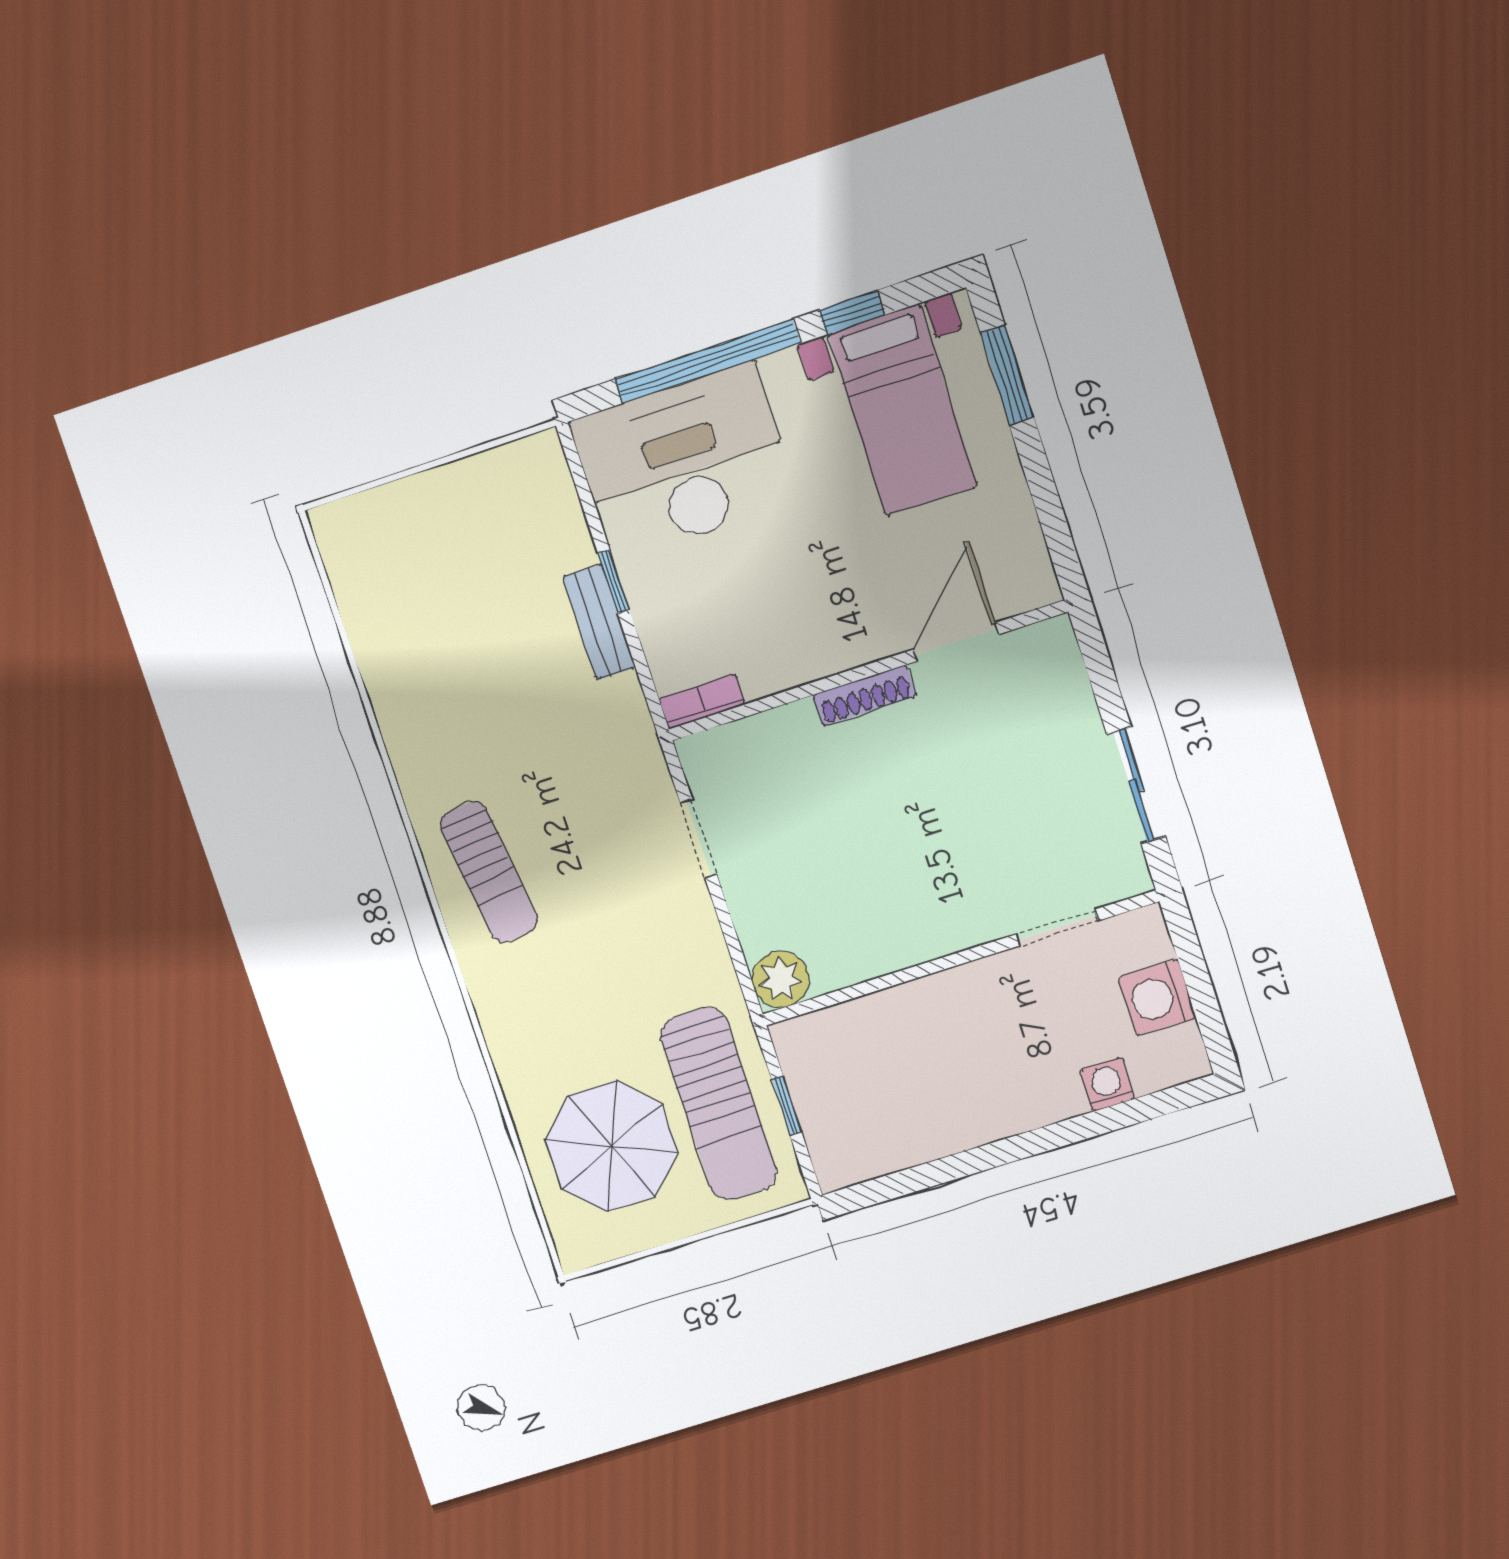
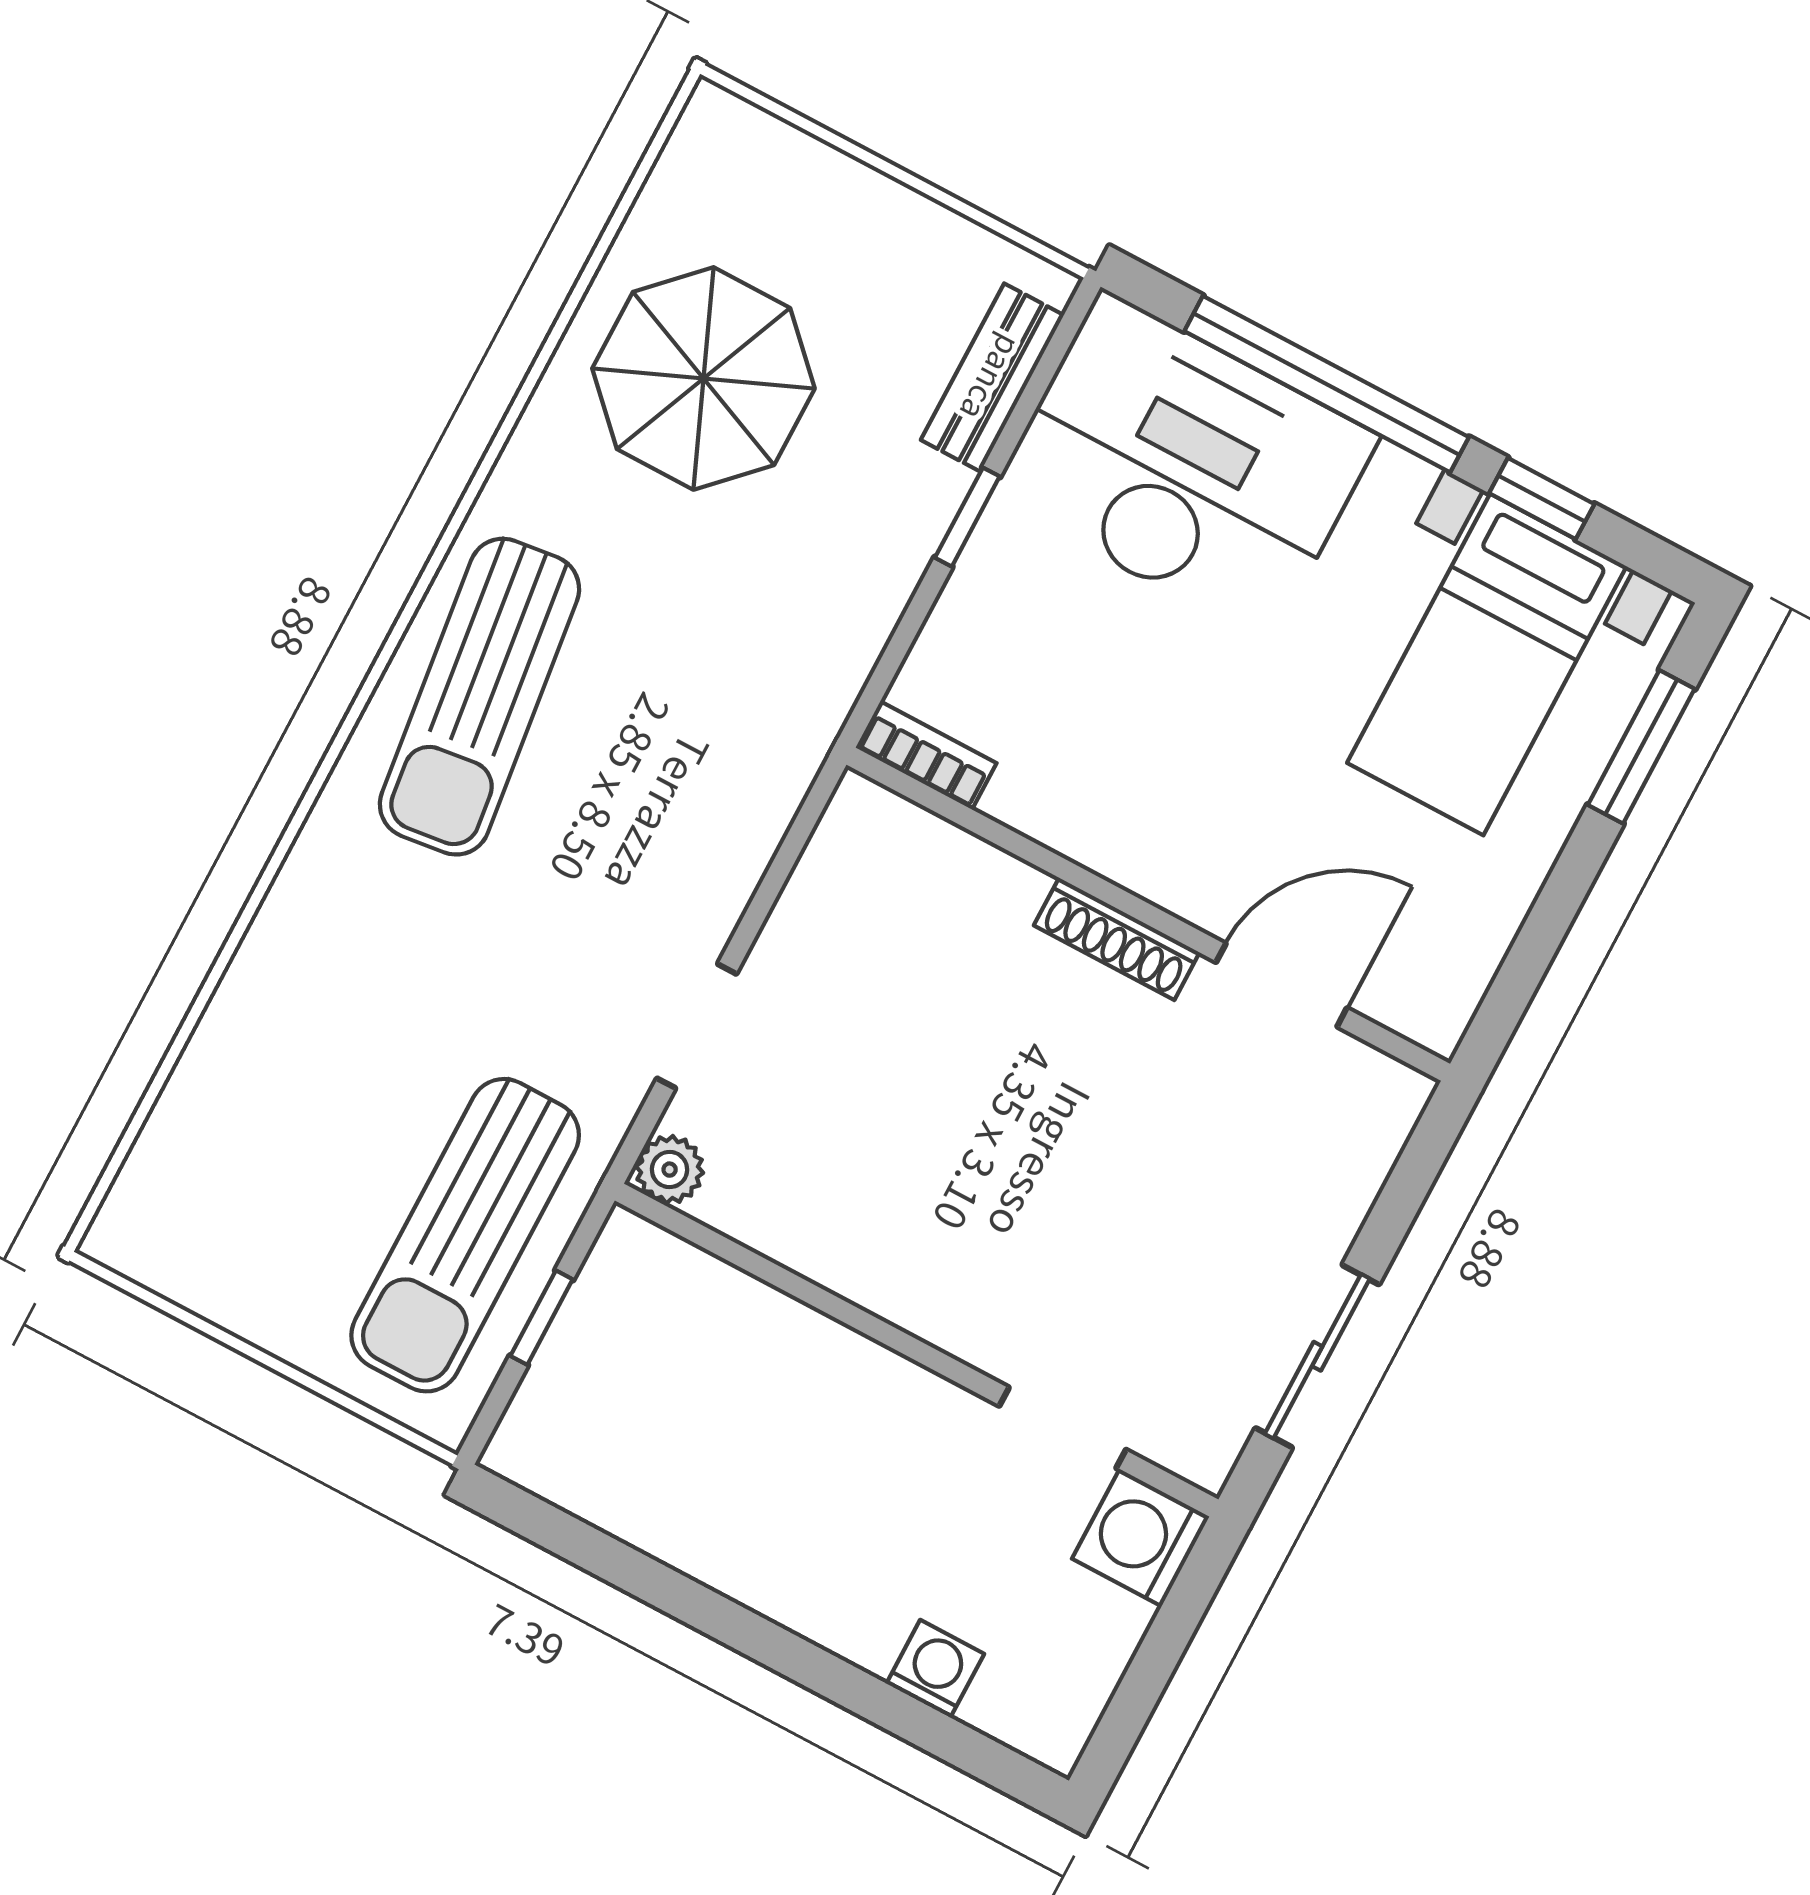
bench: (599, 622) -> (992, 378), moved
doorway: (699, 839) -> (697, 1026), moved
sun lounger: (489, 872) -> (479, 697), width x1.36, depth x1.34
plant: (781, 979) -> (670, 1170), width x0.73, depth x0.73
washing machine: (1157, 998) -> (1141, 1538), moved
parasol: (611, 1146) -> (703, 378), moved

